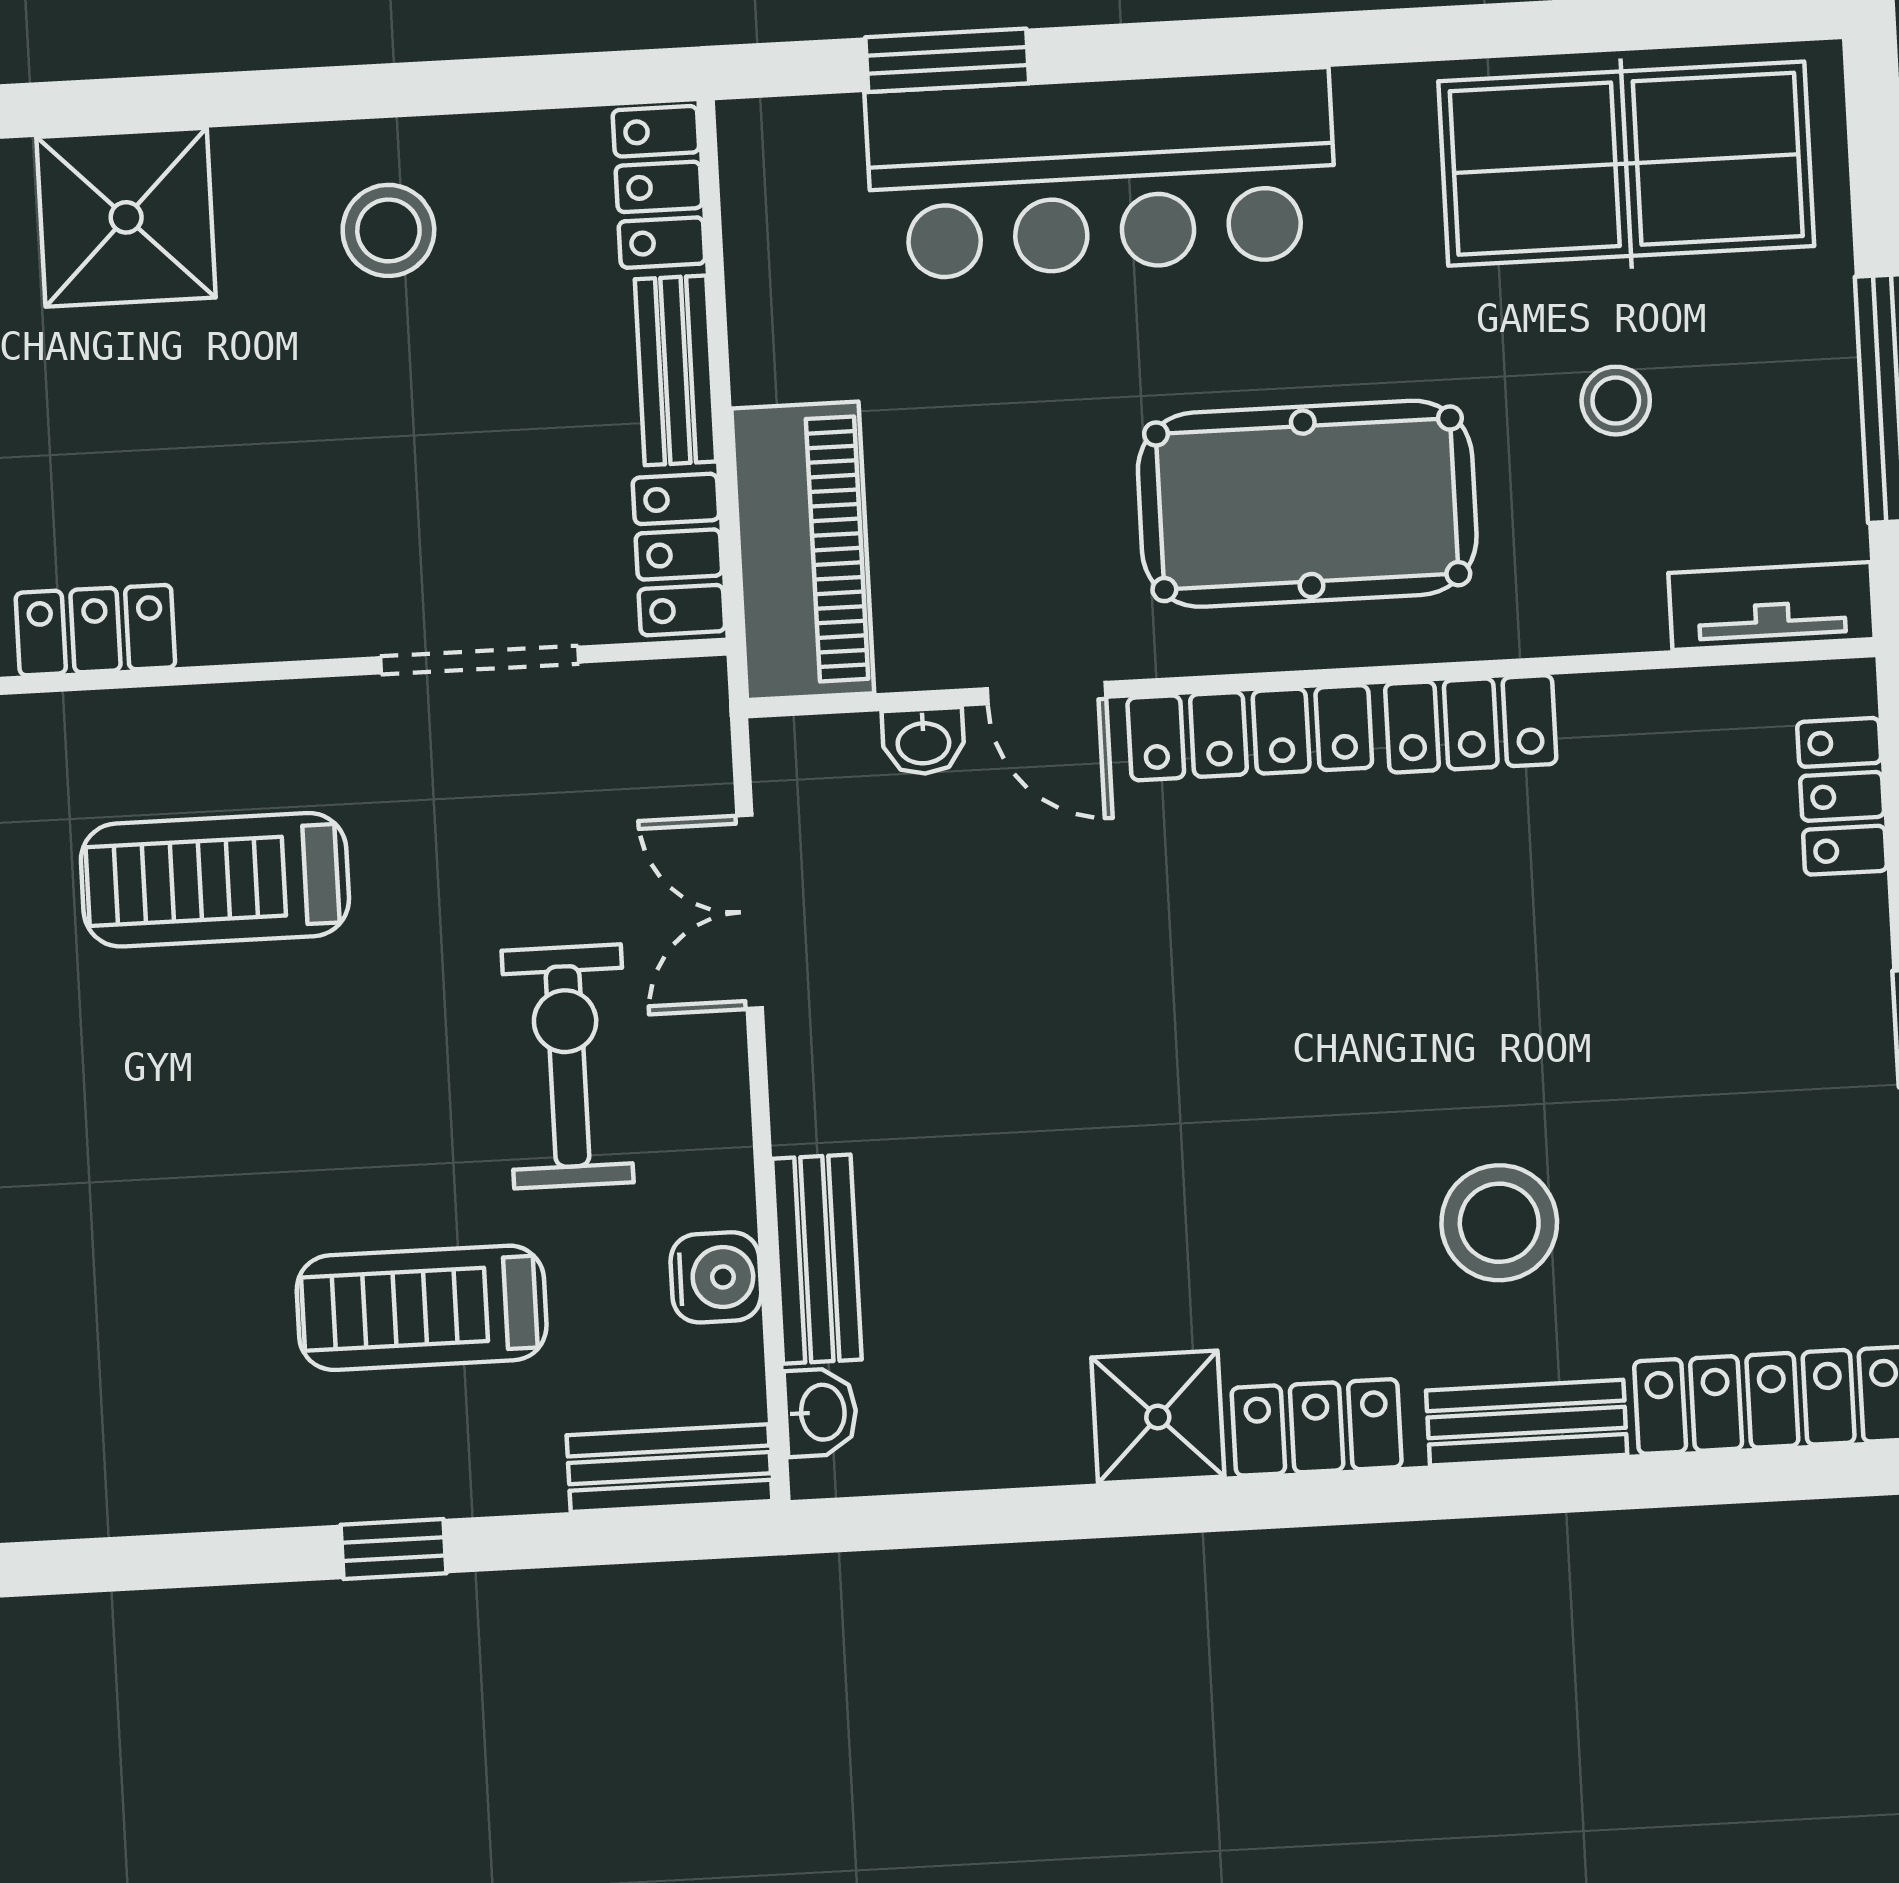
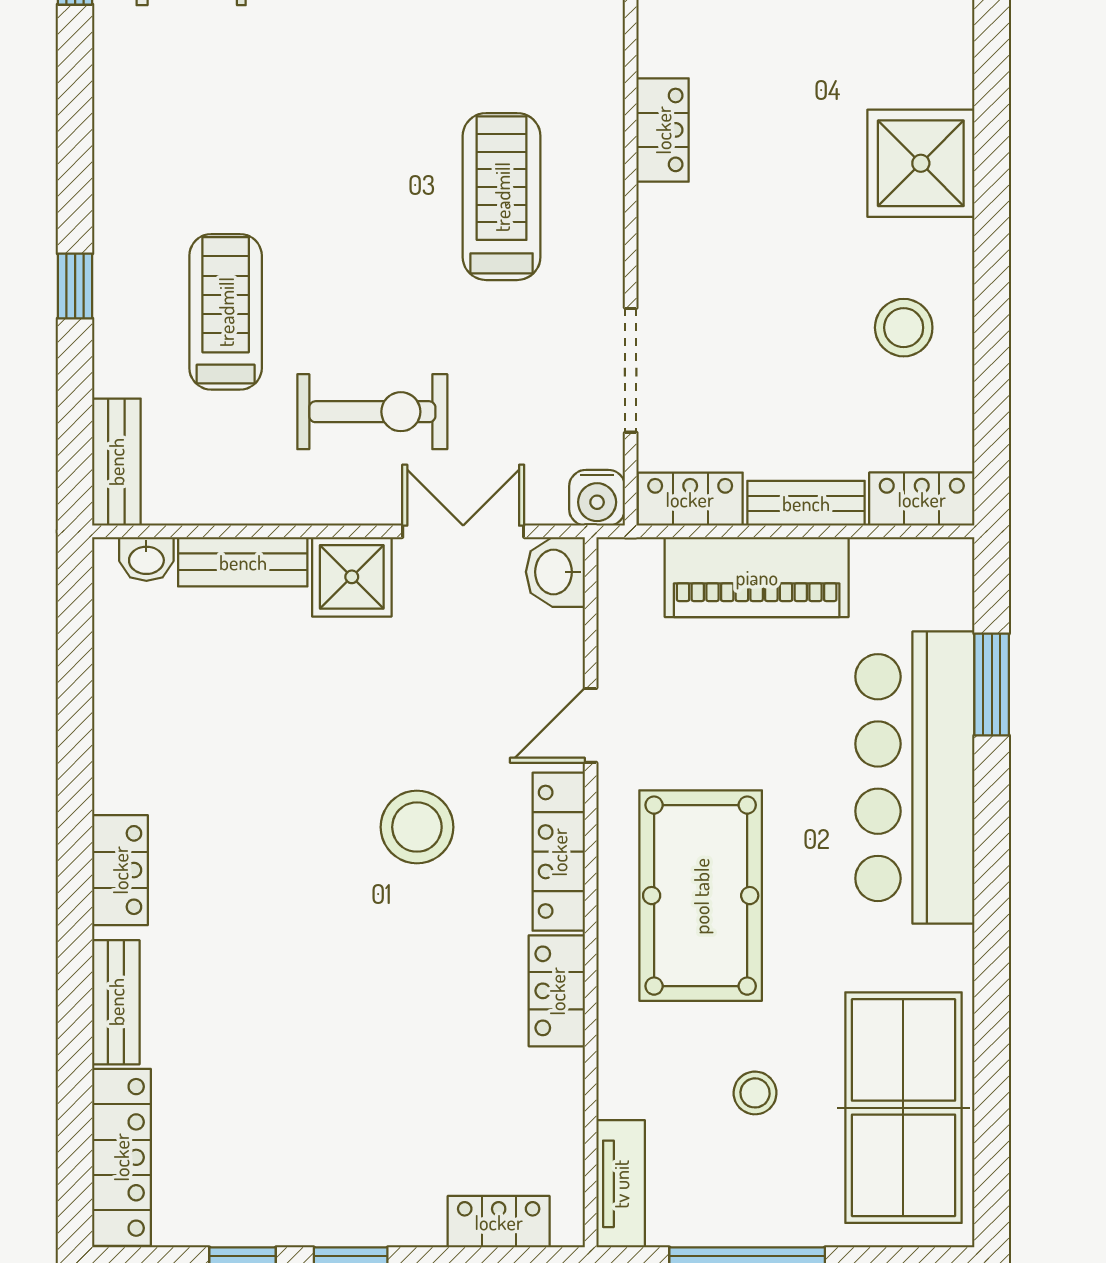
piano: (803, 551) -> (757, 577), moved
washbasin: (923, 741) -> (555, 572), moved, width x1.38, depth x1.45
stool: (1499, 1223) -> (417, 827), moved
water cooler: (716, 1277) -> (597, 498), moved
shower: (1158, 1417) -> (352, 577), moved

